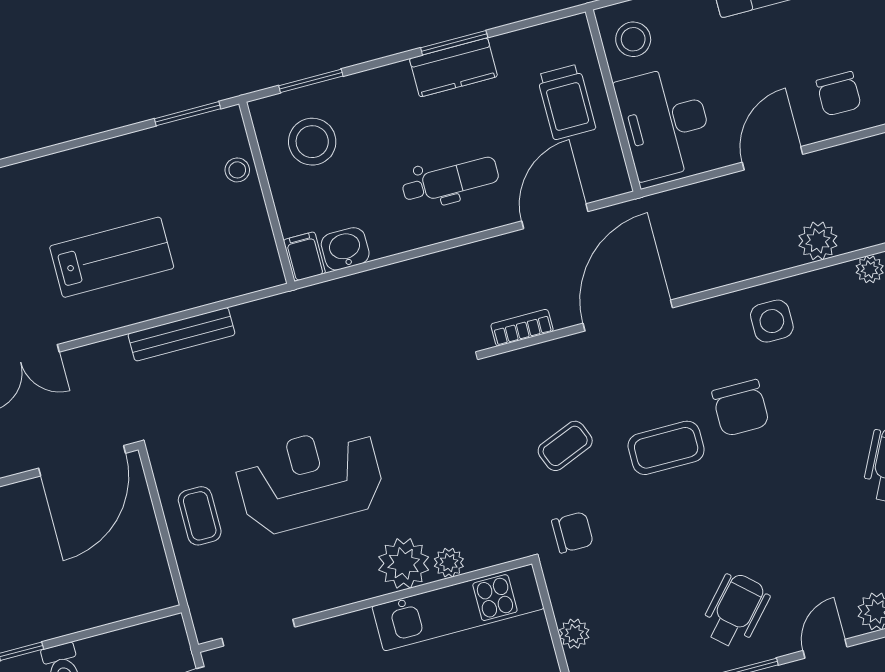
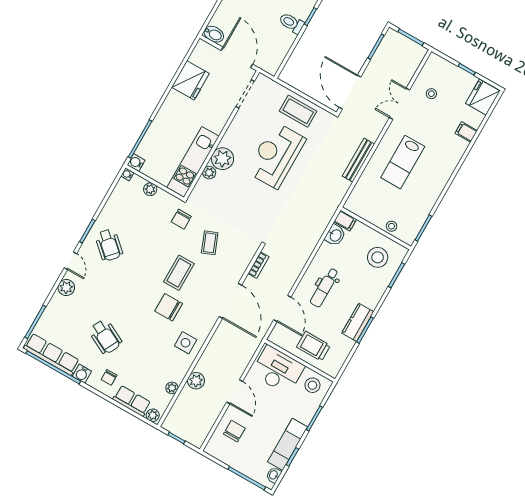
chair: (839, 94) -> (234, 431), turned 90
reception desk: (310, 480) -> (276, 155), turned 180
coffee table: (200, 516) -> (298, 111), width x1.36, depth x1.30

